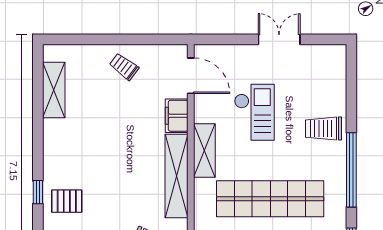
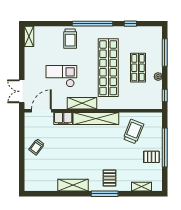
double door: (279, 39) -> (22, 91), moved
shelving: (328, 53) -> (29, 36), added
shelving: (54, 90) -> (73, 185), moved
window: (38, 192) -> (105, 194), width x2.17

